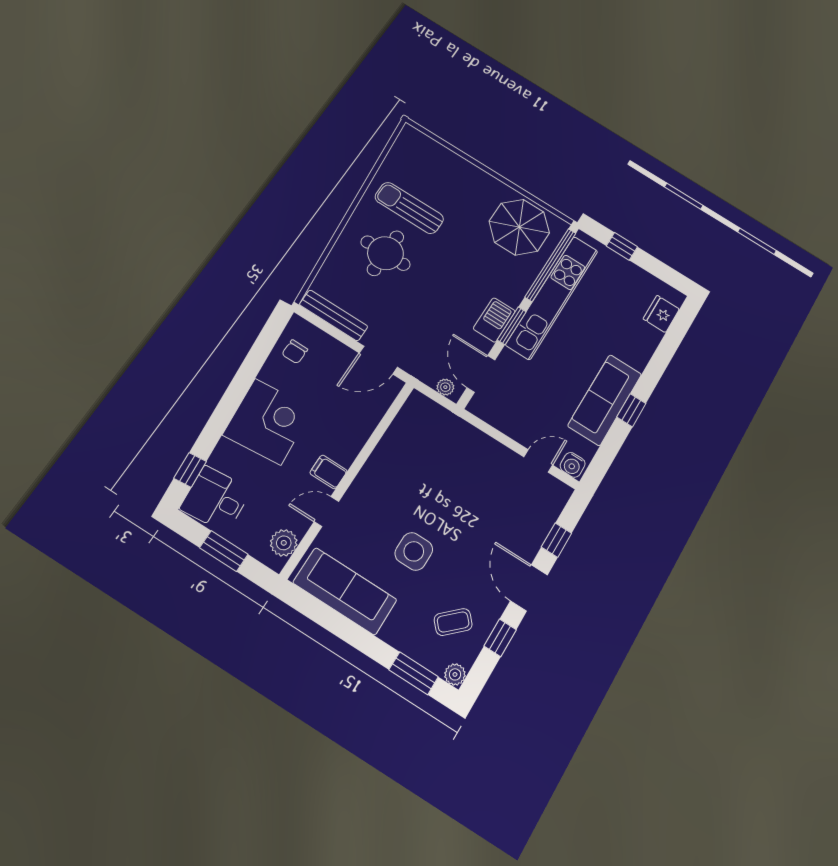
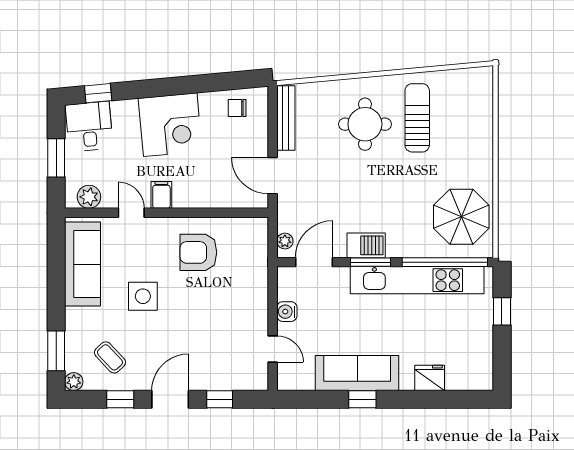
fridge: (661, 314) -> (430, 378), moved
water cooler: (573, 465) -> (287, 312), moved
armchair: (406, 472) -> (198, 252), added

